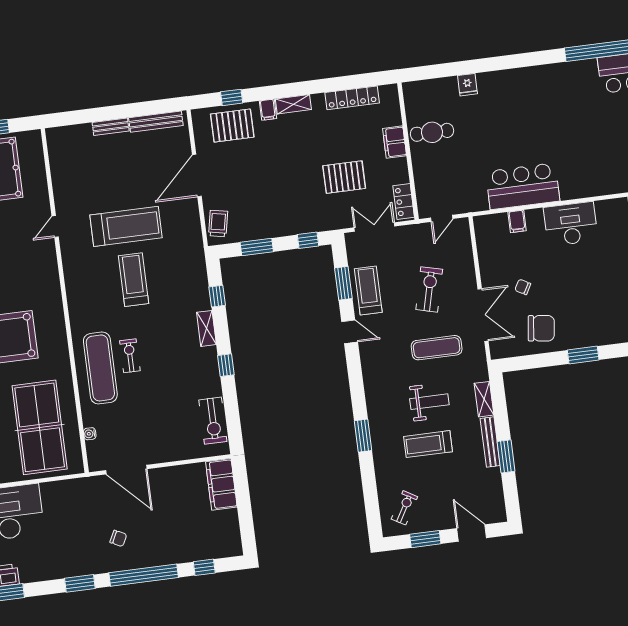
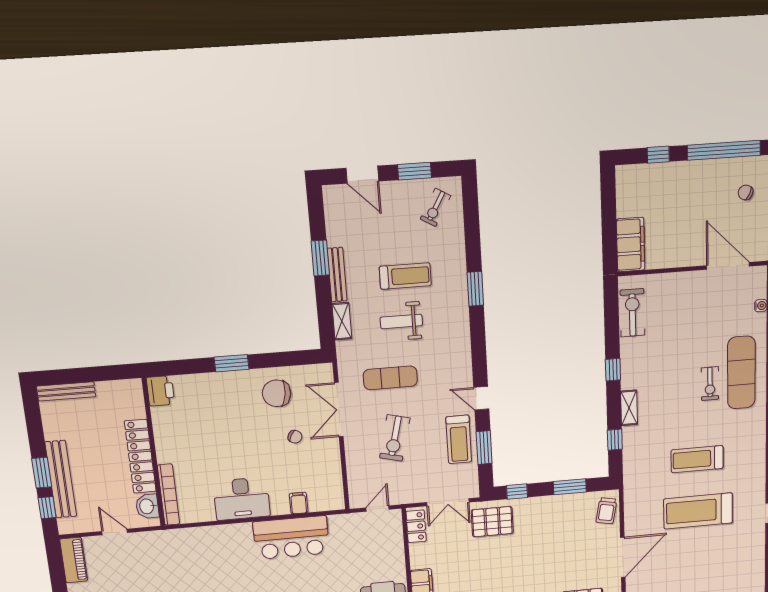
pallet: (344, 177) -> (492, 522), moved
treadmill: (133, 280) -> (697, 459), turned 90

